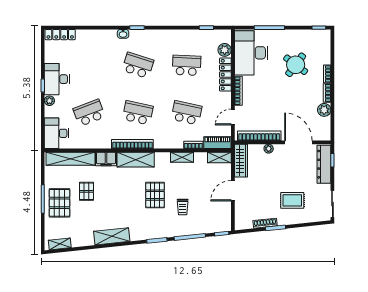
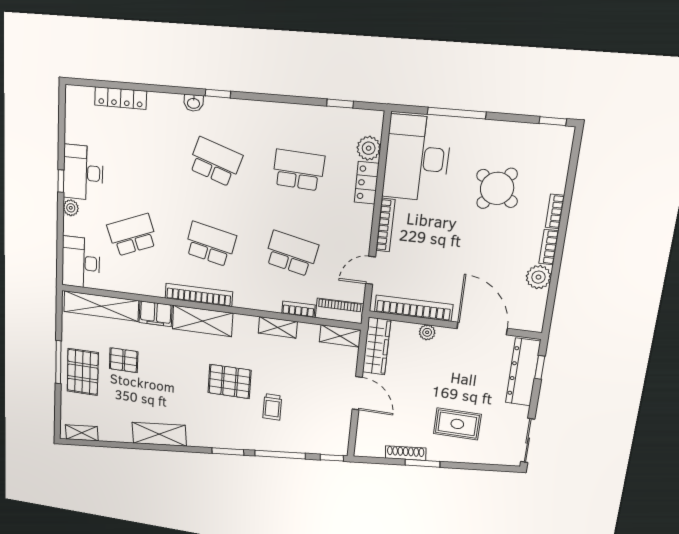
locker: (60, 35) -> (121, 98), moved
locker: (225, 75) -> (367, 183), width x0.66
pallet: (86, 191) -> (124, 360), turned 90
door: (233, 191) -> (357, 393), swing flipped
pallet: (155, 195) -> (230, 381), turned 90

